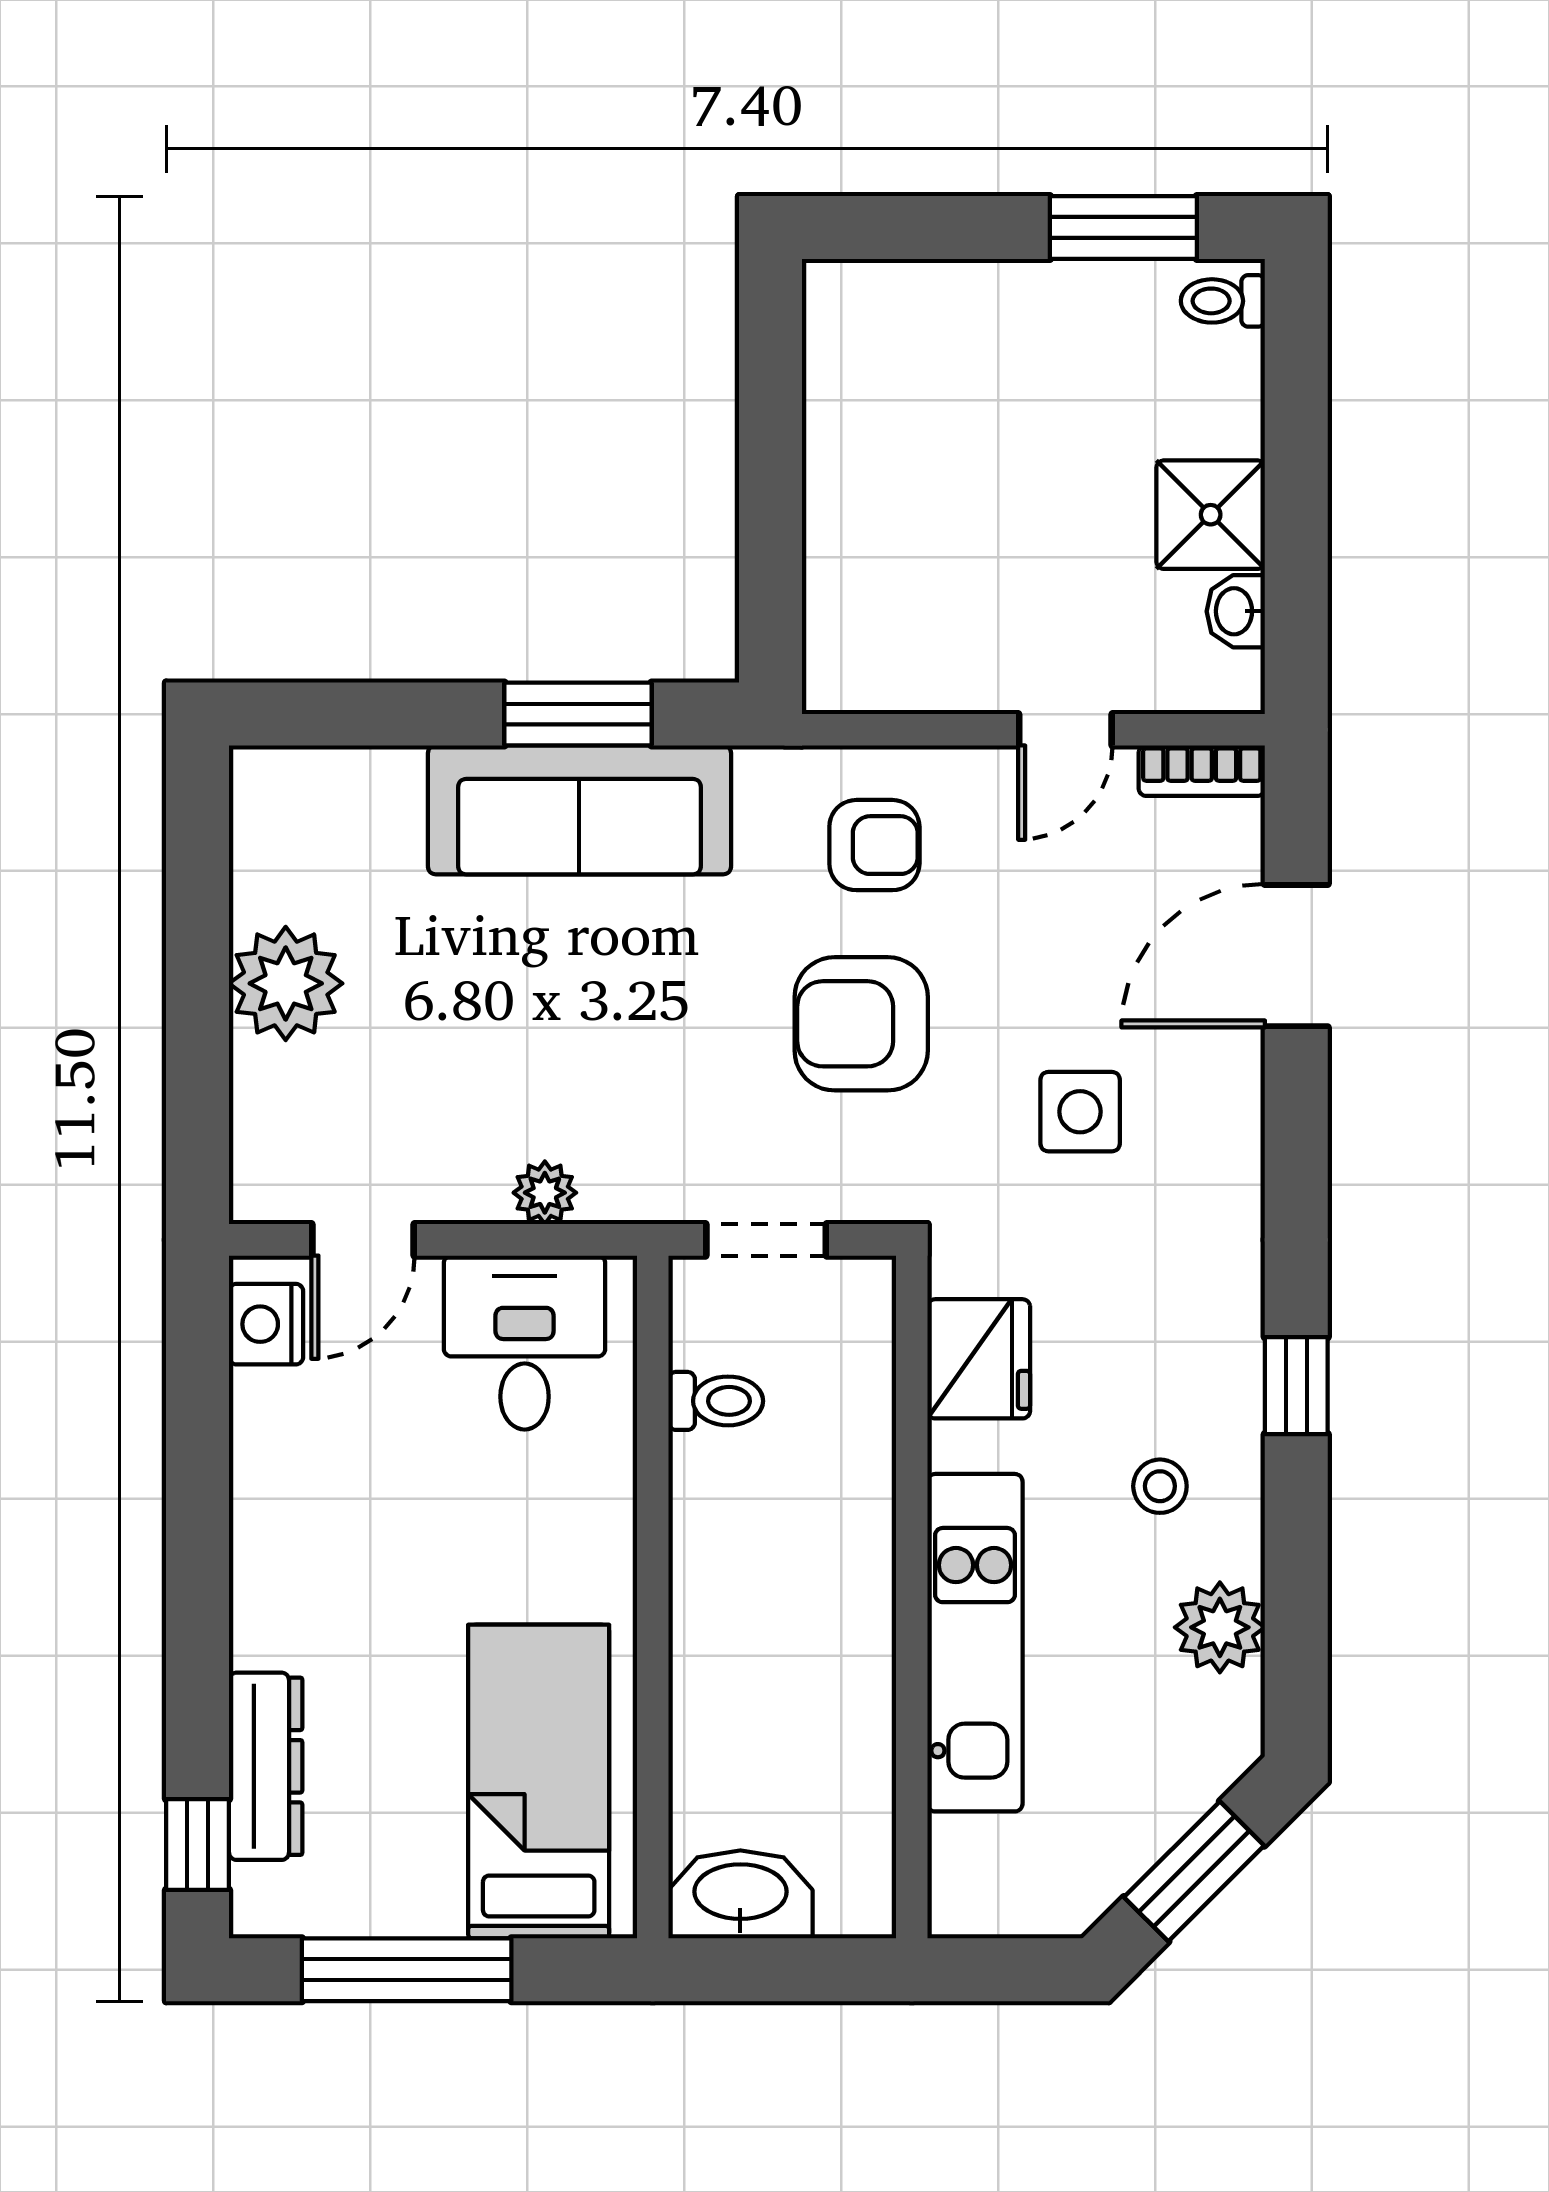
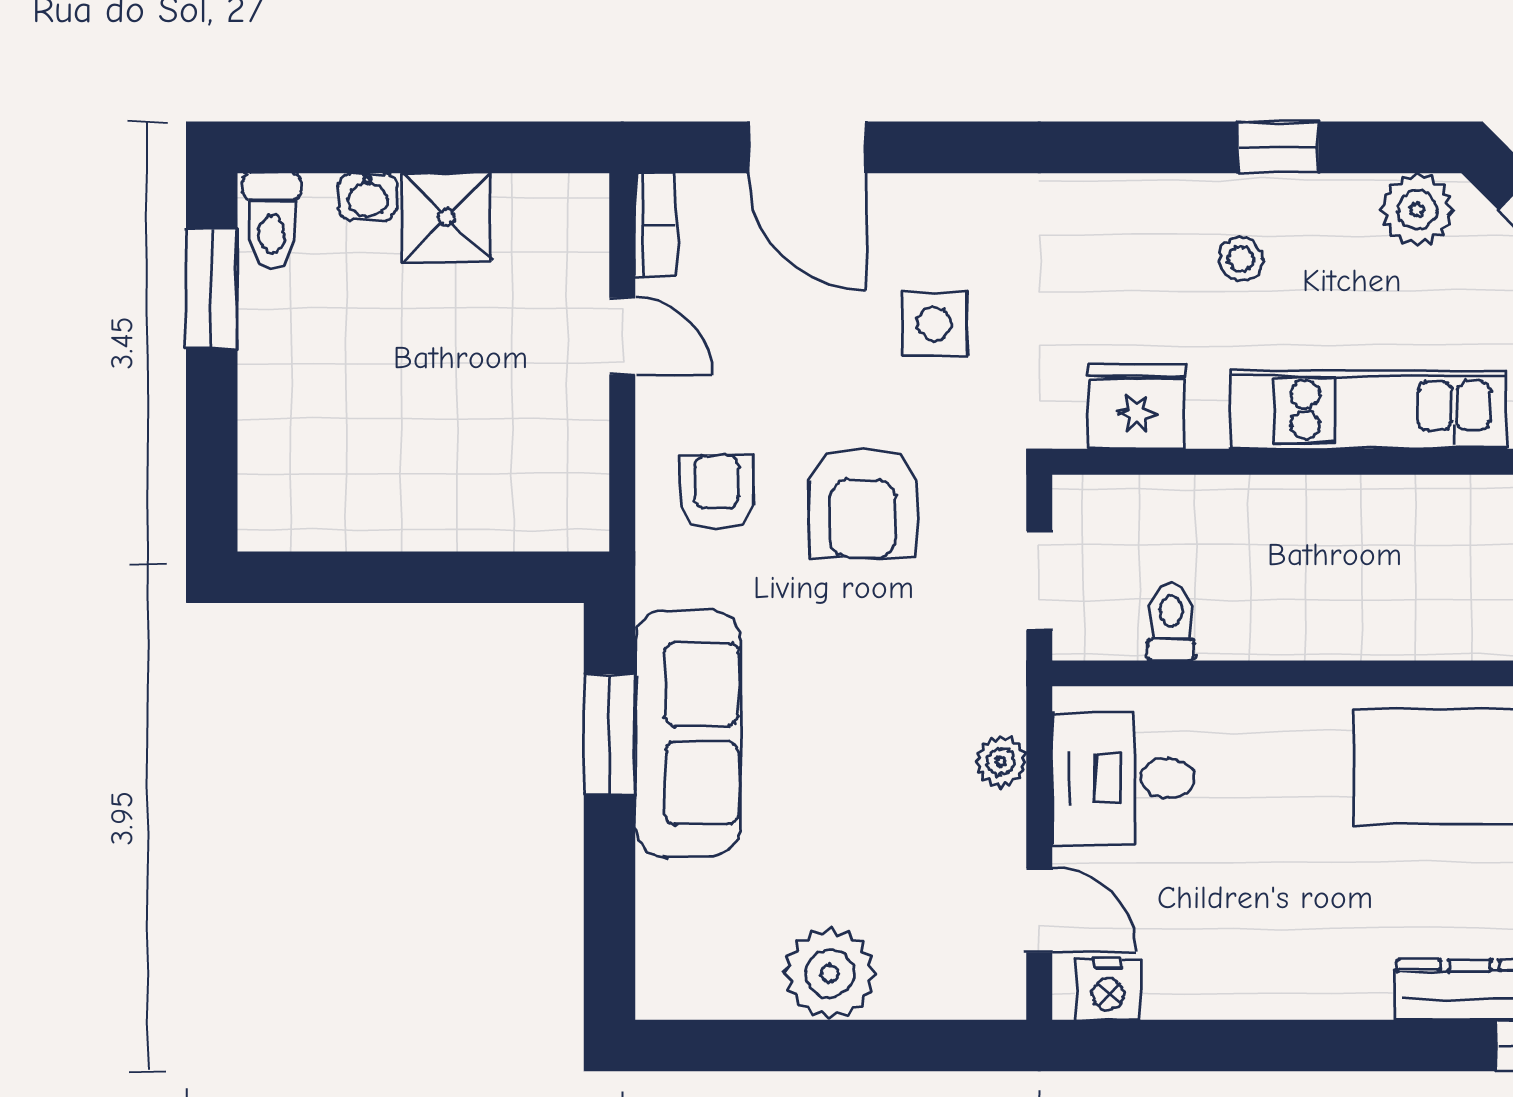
toilet: (1223, 301) -> (272, 221), width x1.37, depth x1.39
washbasin: (1236, 611) -> (368, 197), moved
window: (1296, 1386) -> (1278, 147), moved
plant: (1220, 1627) -> (1417, 210), moved

